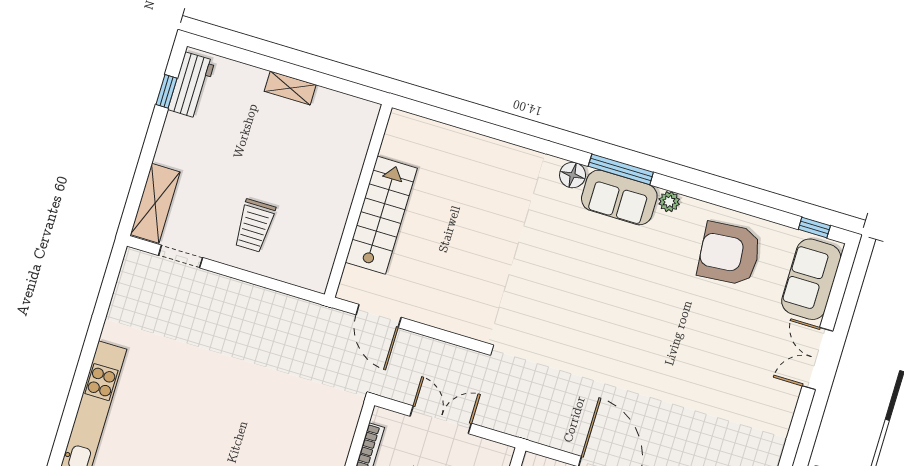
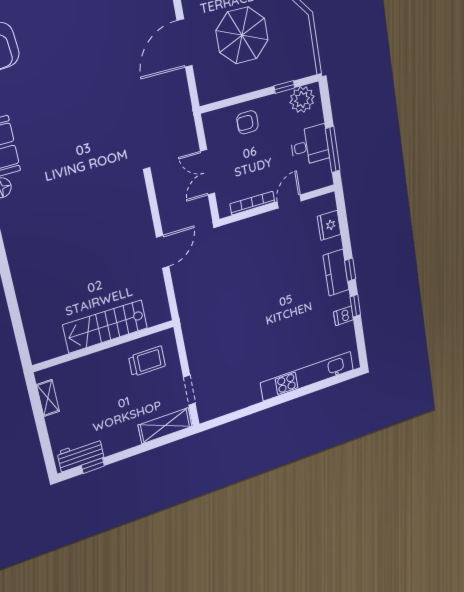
wall: (358, 201) -> (104, 346), moved
stairs: (381, 215) -> (105, 326), moved

